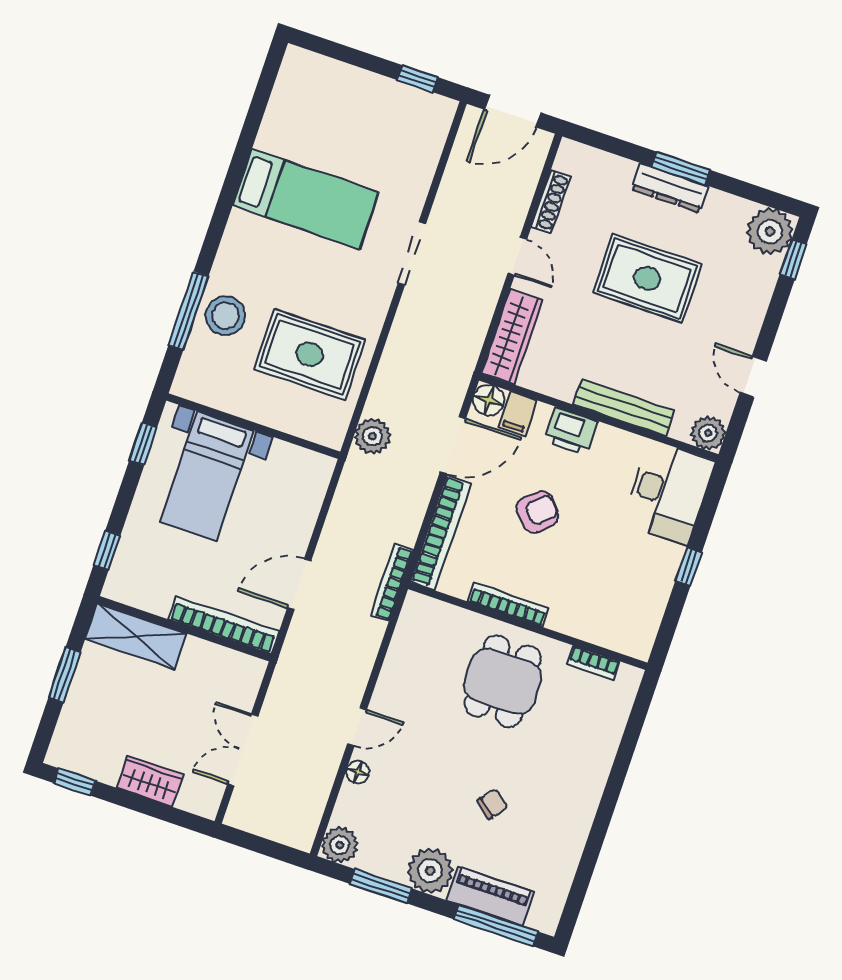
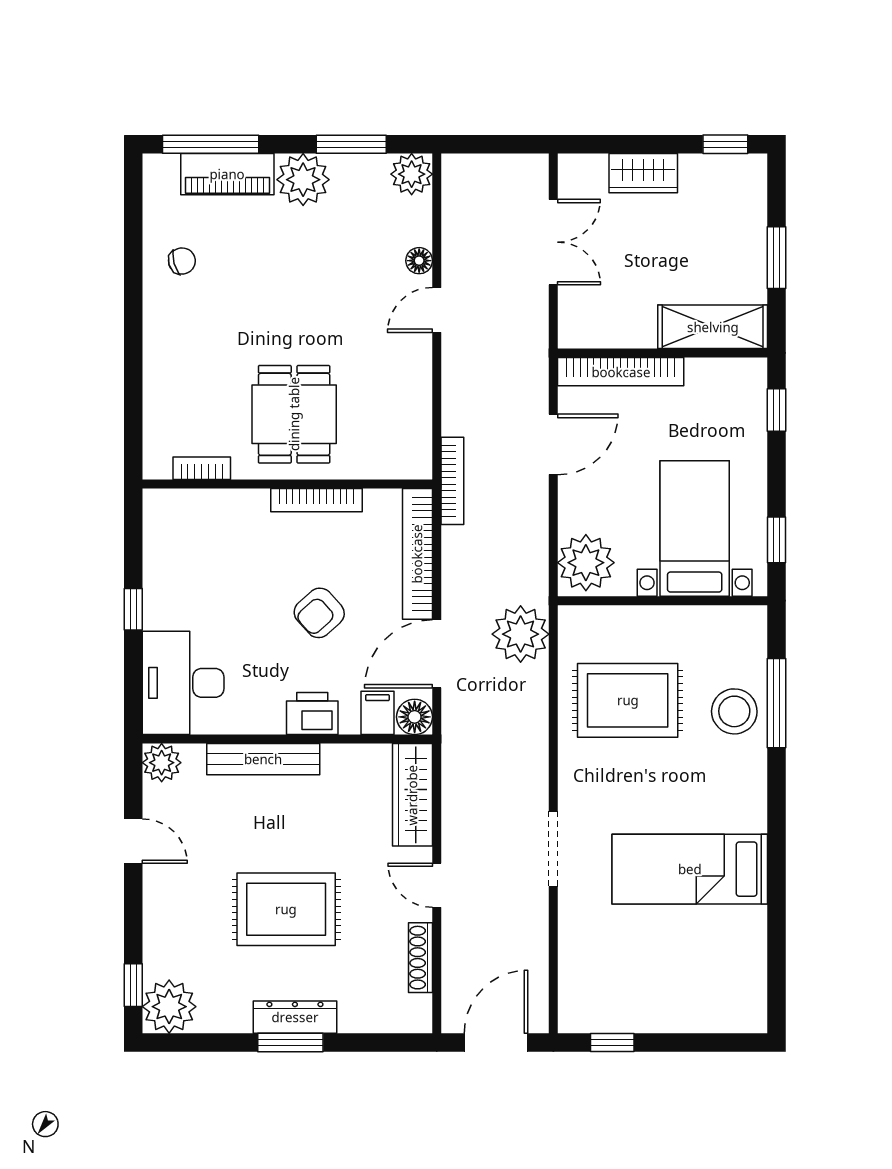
plant: (373, 436) -> (521, 634), width x1.36, depth x1.36
plant: (305, 479) -> (586, 563), added
chair: (493, 804) -> (182, 261), moved, turned -145

